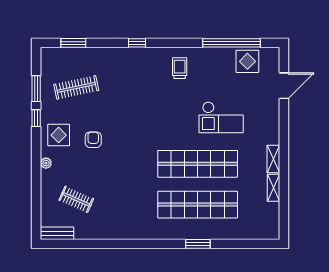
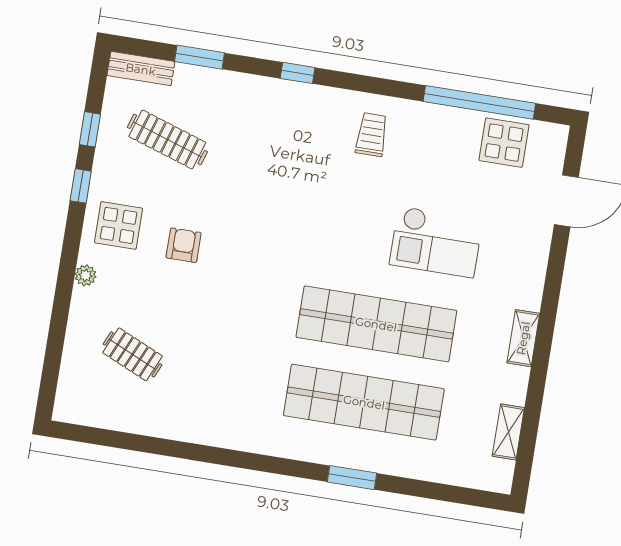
window: (73, 43) -> (199, 57), moved
clothes rail: (76, 87) -> (167, 139), turned 30
window: (36, 89) -> (90, 129), width x0.67
shelving: (273, 188) -> (508, 432), moved
bench: (57, 233) -> (141, 69), moved

